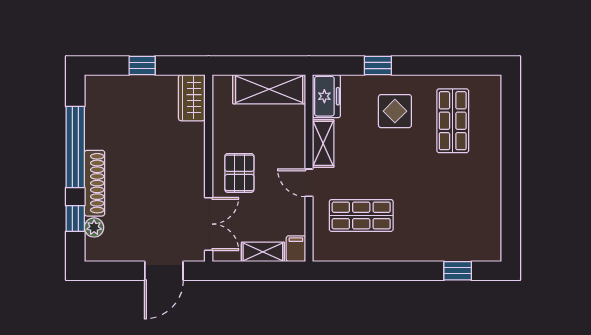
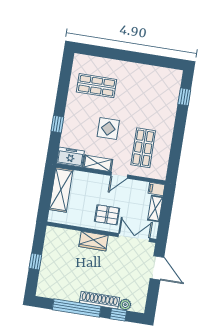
wardrobe: (192, 98) -> (94, 241), moved
display table: (395, 111) -> (108, 129), moved

